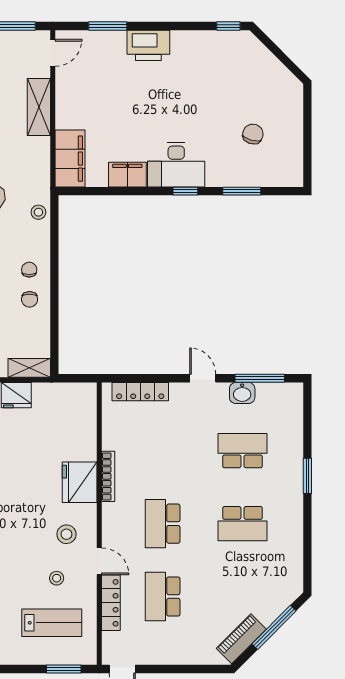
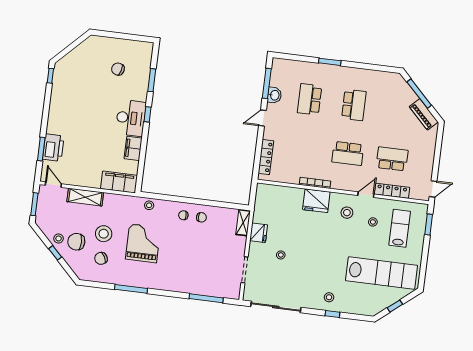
printer: (148, 45) -> (53, 148), moved
school desk: (163, 597) -> (392, 159), turned 180

